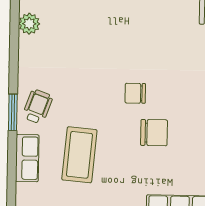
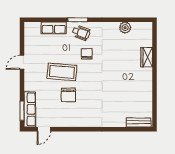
chair: (135, 93) -> (87, 54), moved
coffee table: (79, 155) -> (62, 72), moved

